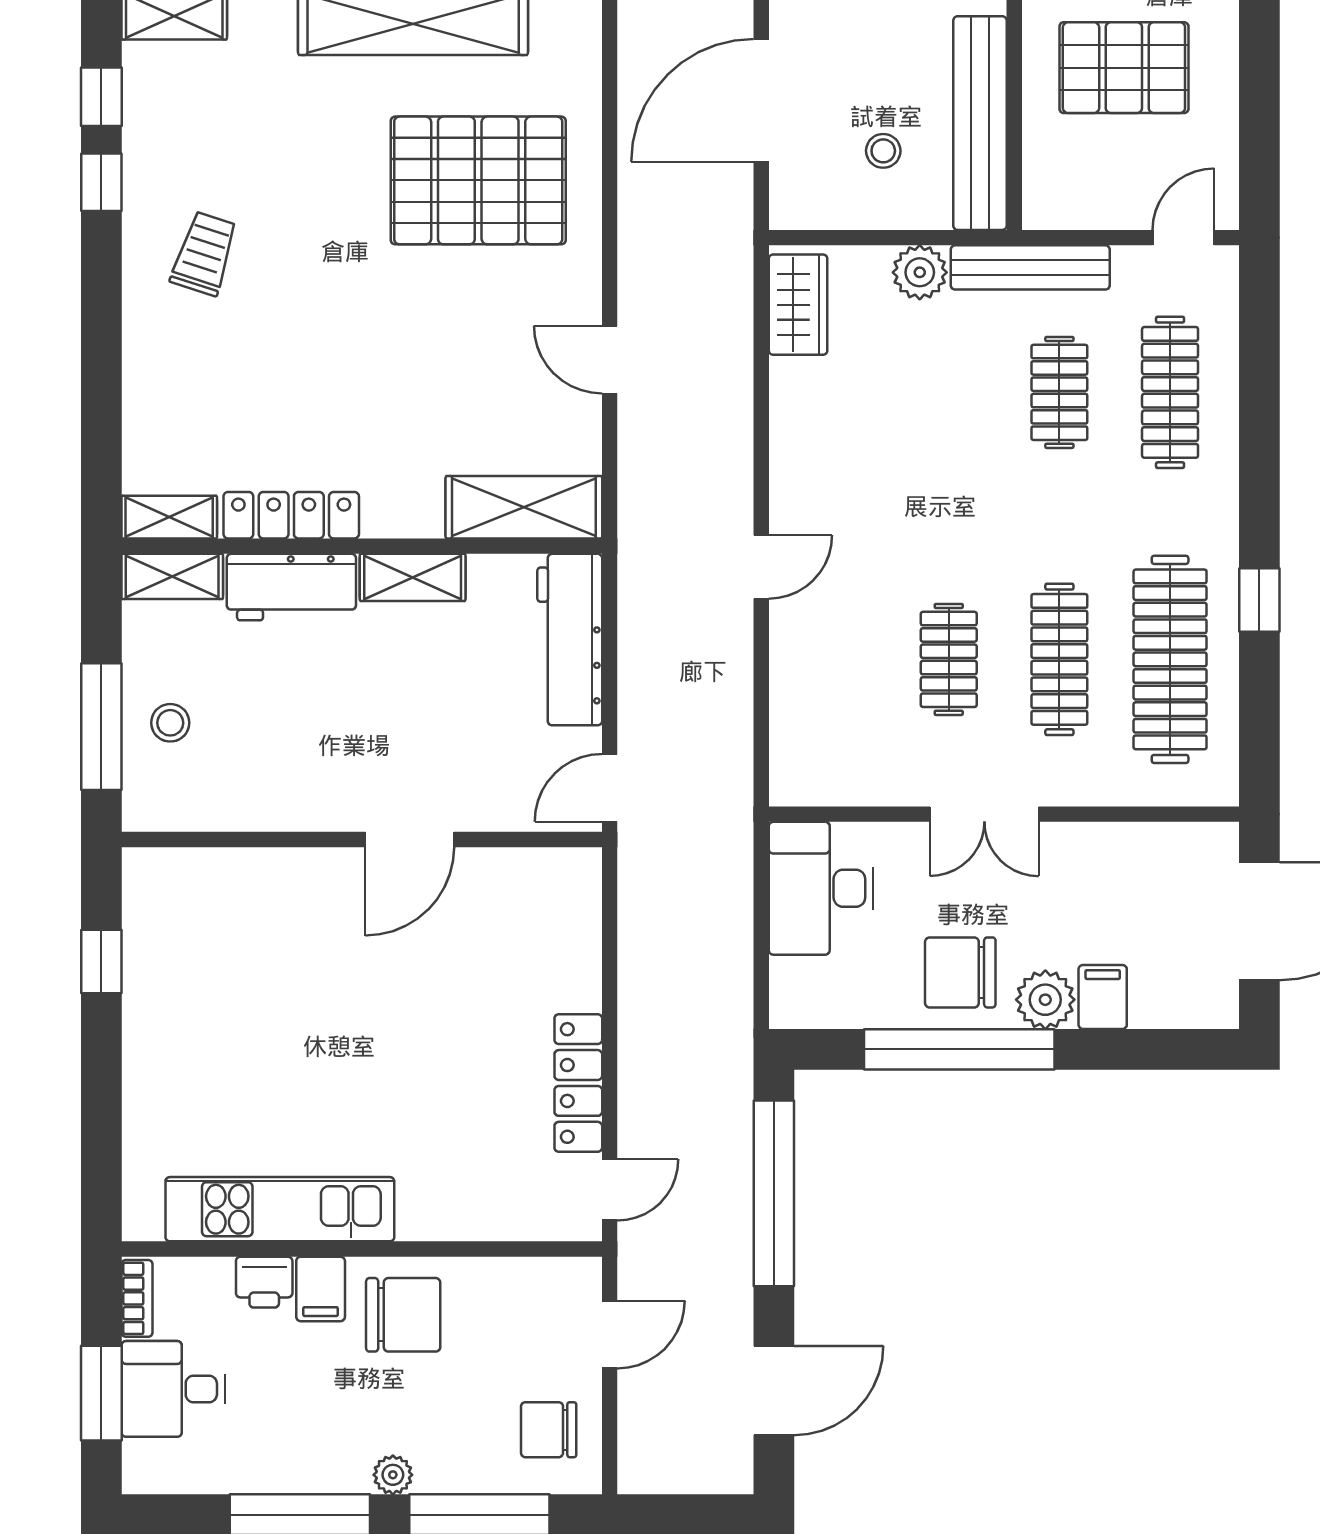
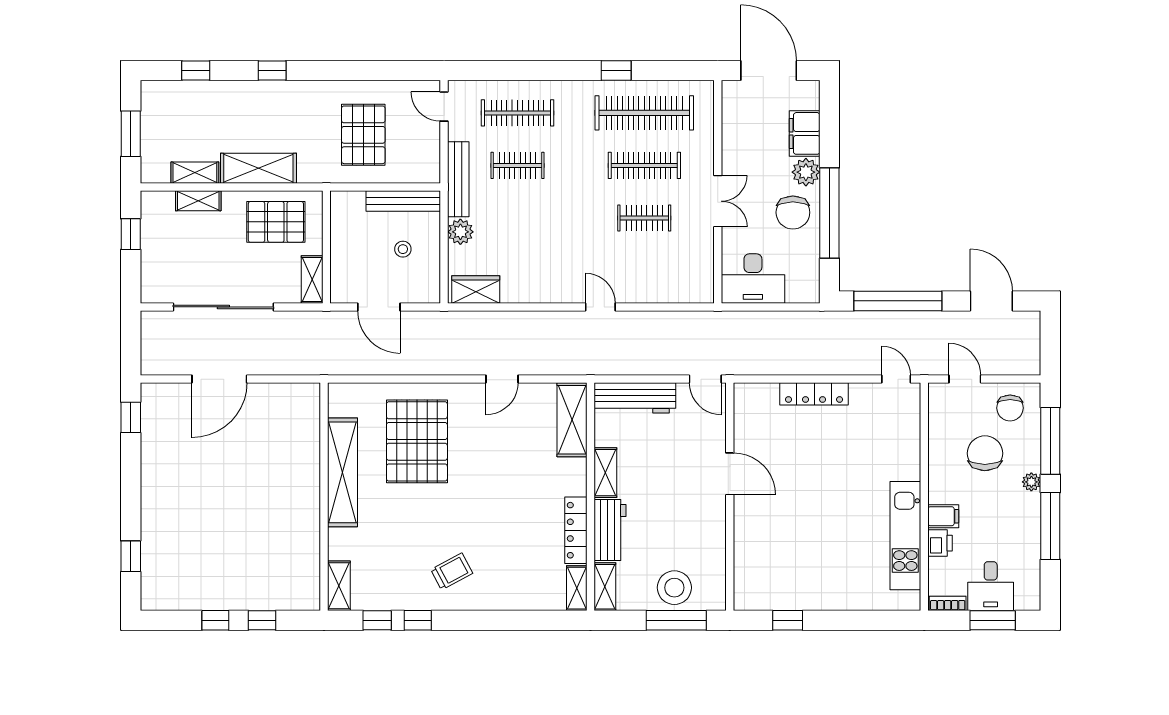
door: (761, 100) -> (379, 307), width x0.73
bench: (980, 123) -> (403, 201), width x0.73, depth x0.82
trolley: (204, 254) -> (452, 571), turned 134
stool: (170, 723) -> (674, 588), width x1.89, depth x1.89
filing cabinet: (1103, 997) -> (805, 133), width x2.00
locker: (578, 1083) -> (814, 394), moved
chair: (403, 1315) -> (985, 453), moved

